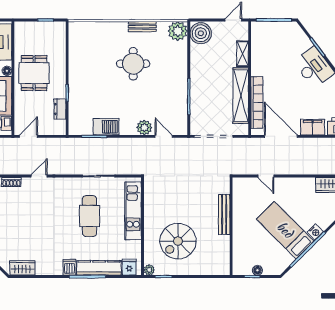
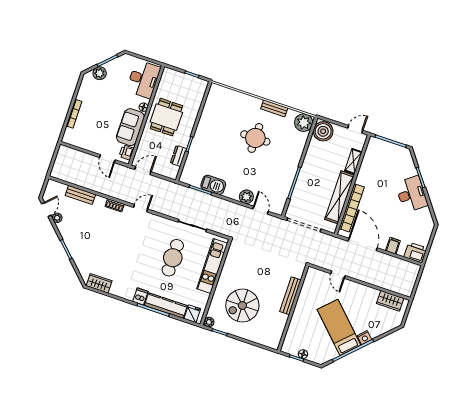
filing cabinet: (313, 127) -> (393, 246), width x0.50

